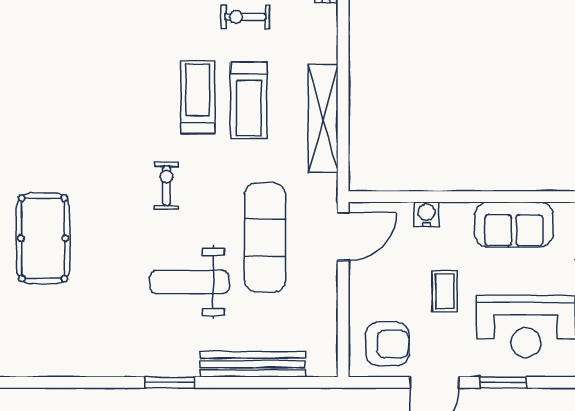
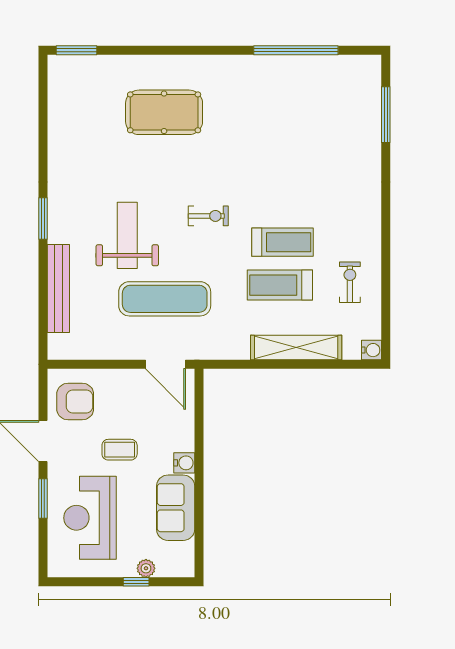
shelving: (323, 119) -> (296, 348), moved
water cooler: (427, 214) -> (184, 463), moved
armchair: (387, 344) -> (75, 402), turned -90

